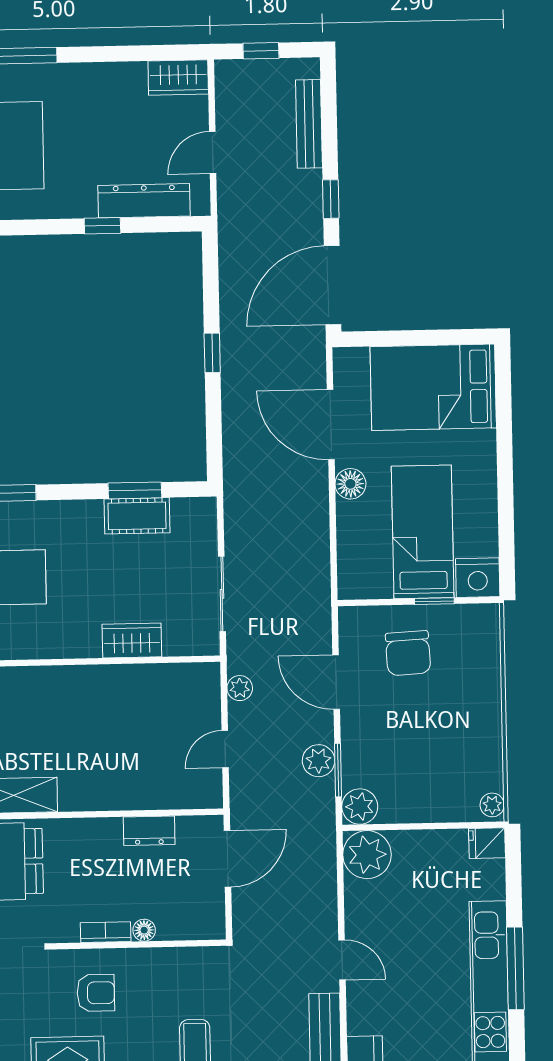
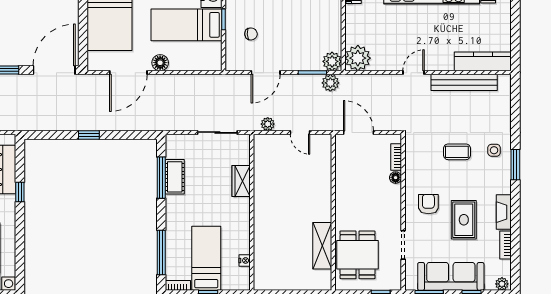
door: (333, 285) -> (54, 70), swing flipped
window: (135, 490) -> (161, 178), width x1.44
chair: (408, 653) -> (251, 34), width x0.54, depth x0.54
plant: (319, 761) -> (330, 83), moved
dresser: (149, 831) -> (343, 174), removed
bookcase: (106, 932) -> (396, 157), moved

